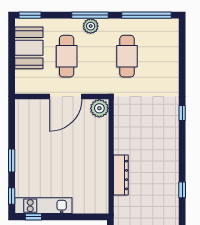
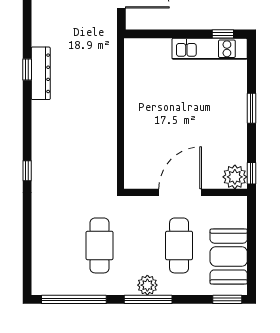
plant: (99, 108) -> (235, 177), moved
dresser: (121, 175) -> (41, 73), moved, turned 180
window: (12, 196) -> (252, 173), moved

